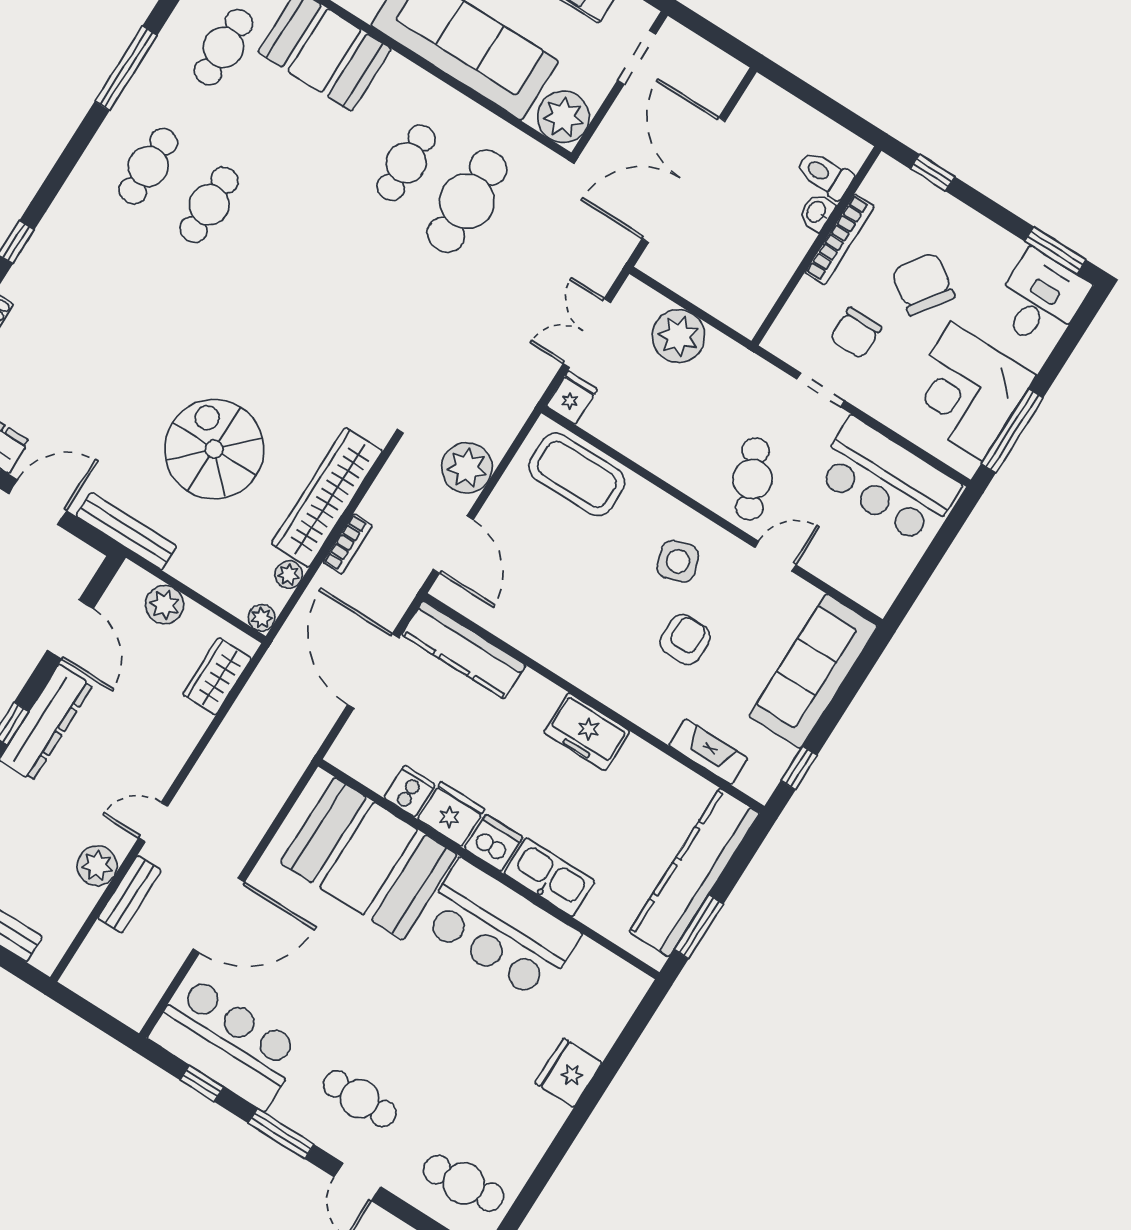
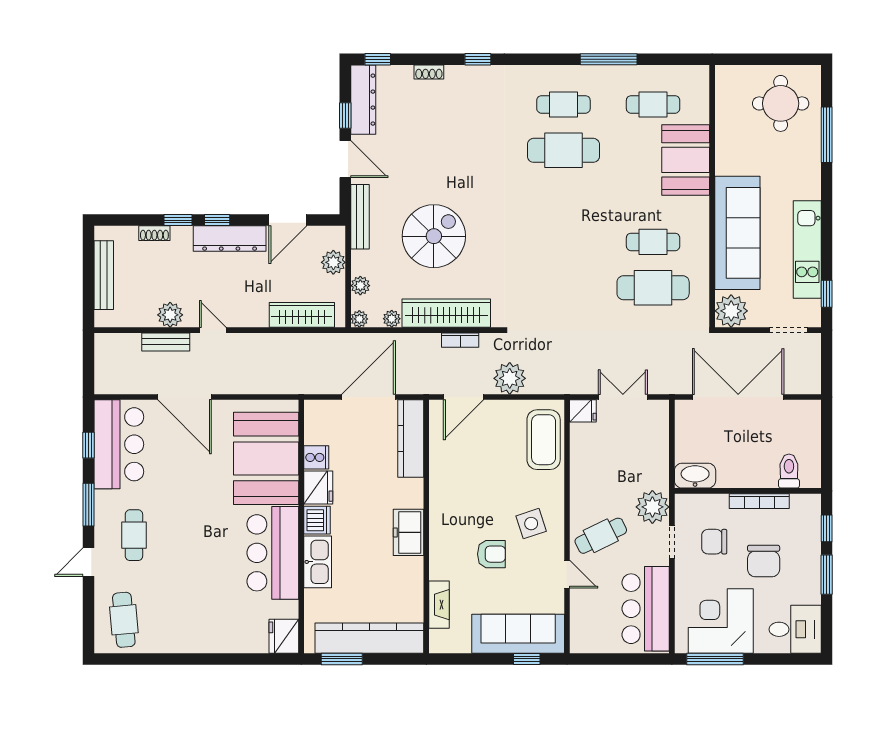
cafe table: (209, 205) -> (563, 150), width x1.37, depth x1.35
washbasin: (817, 212) -> (695, 476), moved, width x1.91, depth x1.45
window: (1055, 250) -> (827, 575), moved
chair: (923, 284) -> (764, 561), turned 145
plant: (679, 336) -> (652, 507), moved
bookcase: (348, 544) -> (460, 340), moved
plant: (218, 588) -> (360, 286), added
wardrobe: (217, 676) -> (302, 315), width x1.50
window: (799, 768) -> (527, 659), moved
fridge: (569, 1073) -> (284, 636), moved, turned -90

